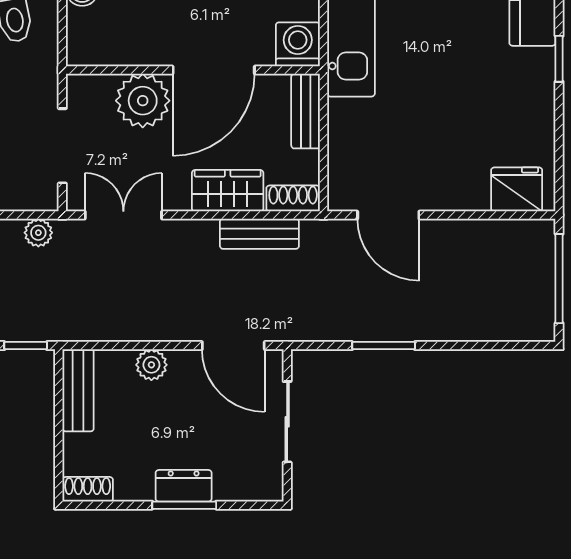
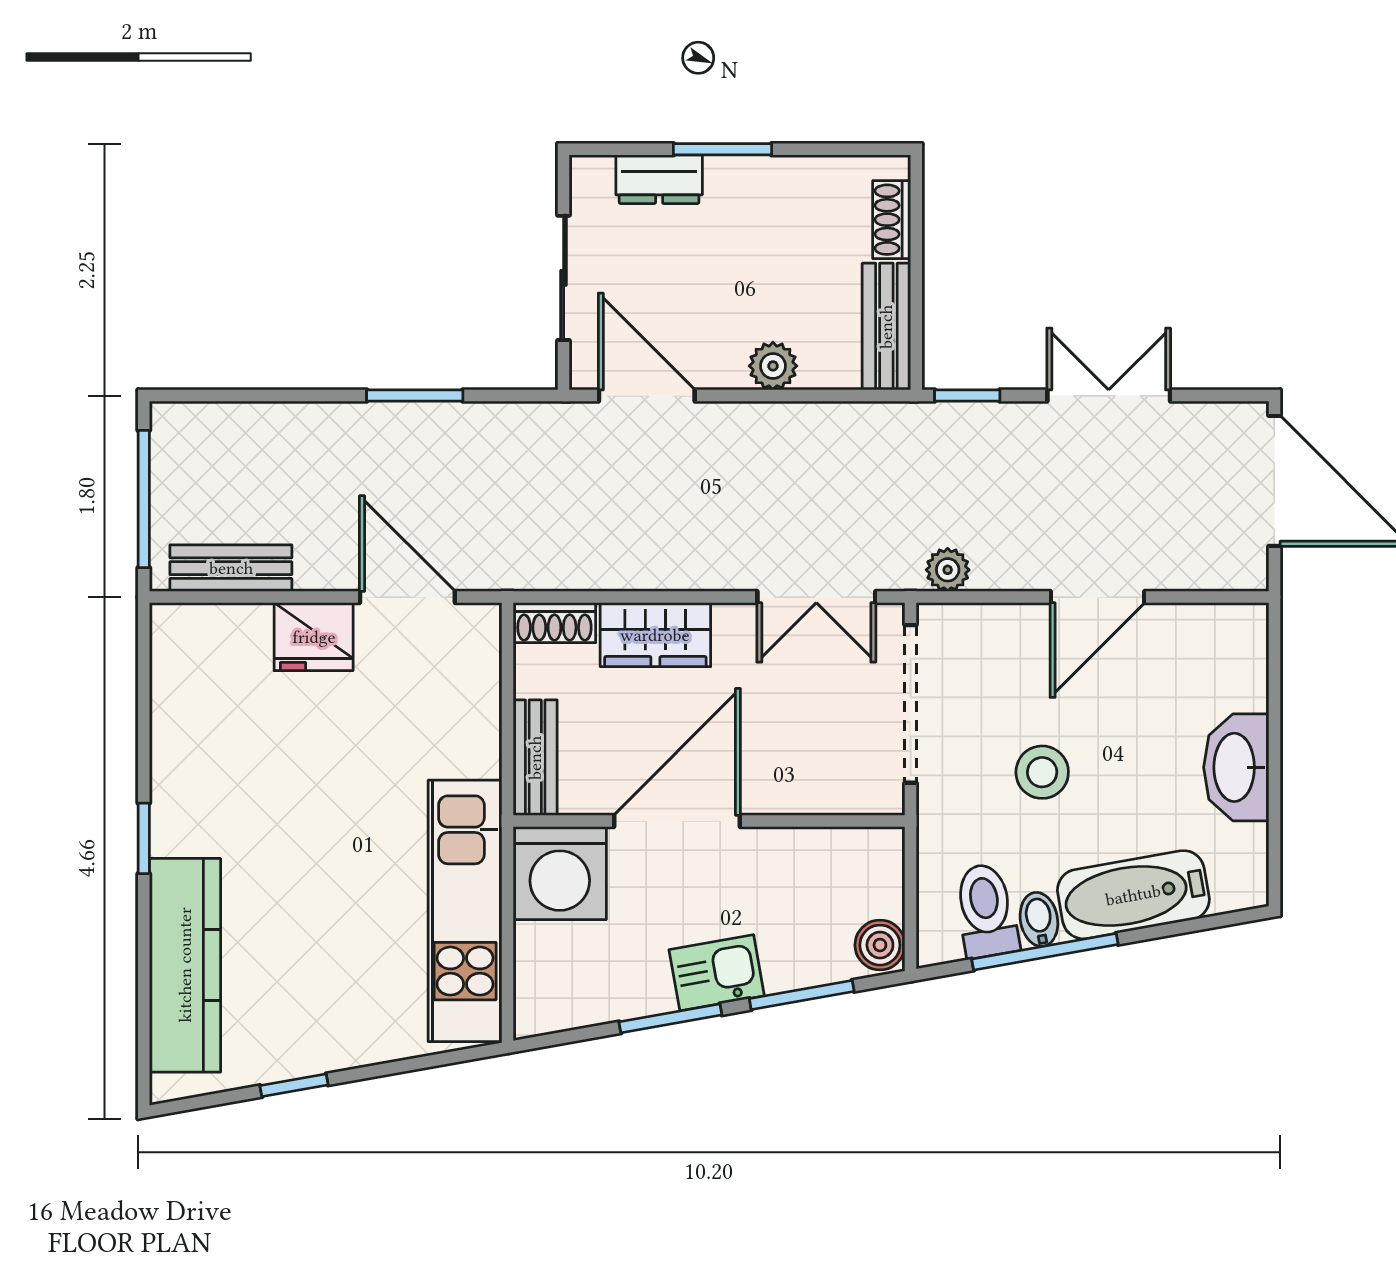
washing machine: (298, 44) -> (560, 873), width x1.37, depth x1.37
plant: (143, 101) -> (787, 774), removed
doorway: (62, 146) -> (911, 704), width x1.36
fridge: (517, 189) -> (314, 637), moved
bench: (259, 234) -> (231, 568), moved
dresser: (184, 486) -> (659, 179), moved
shoe rack: (88, 489) -> (892, 220), moved, turned 90

